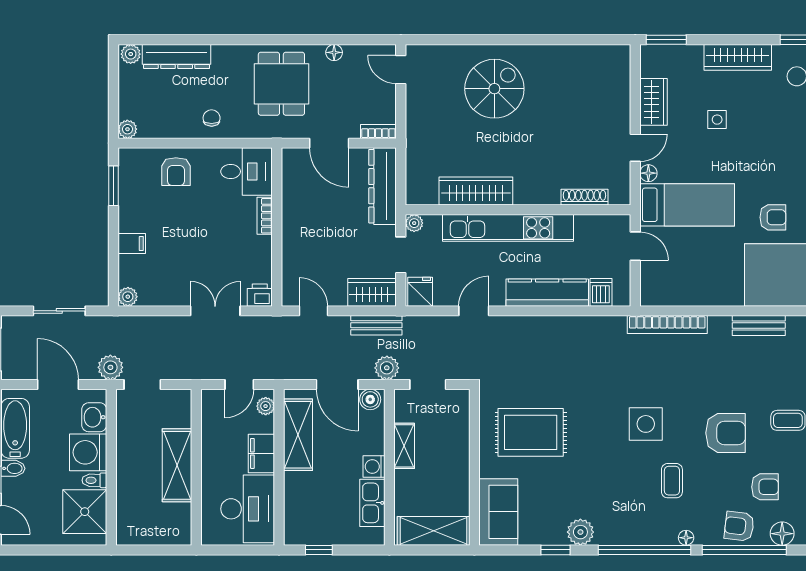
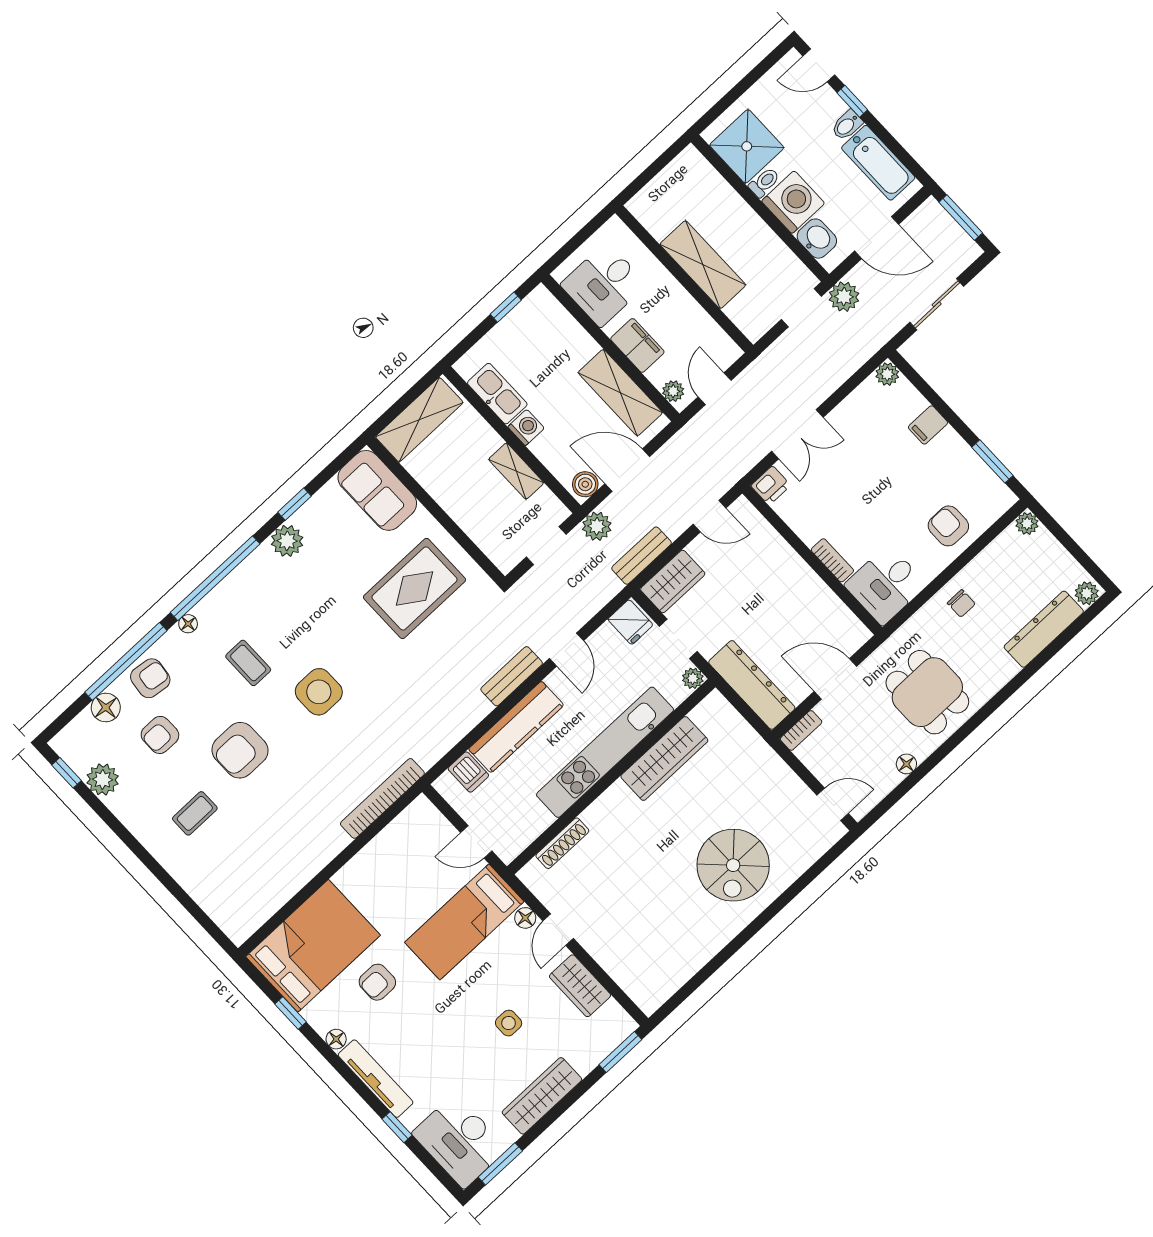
bench: (759, 326) -> (512, 676), moved
desk: (248, 509) -> (604, 285), width x0.73

